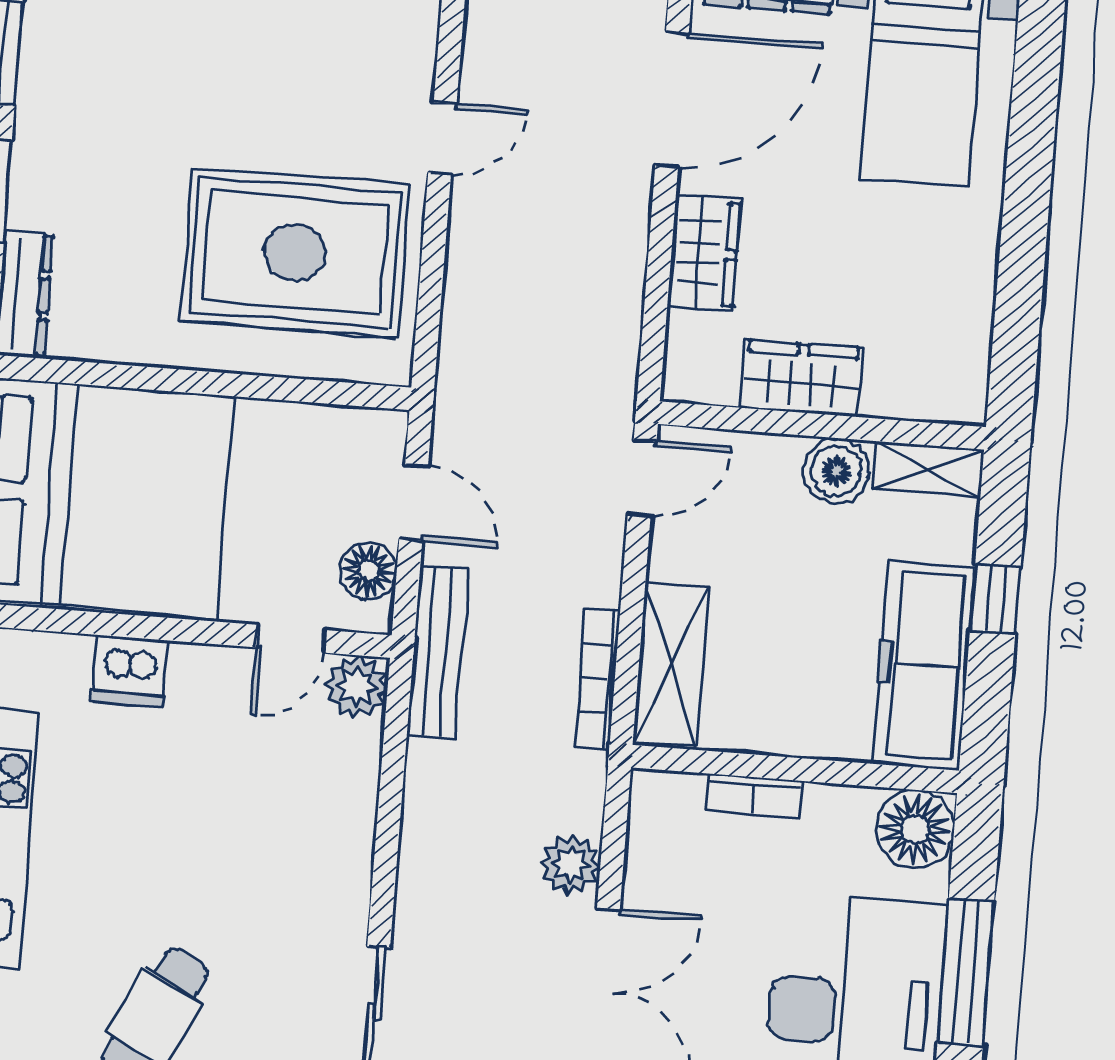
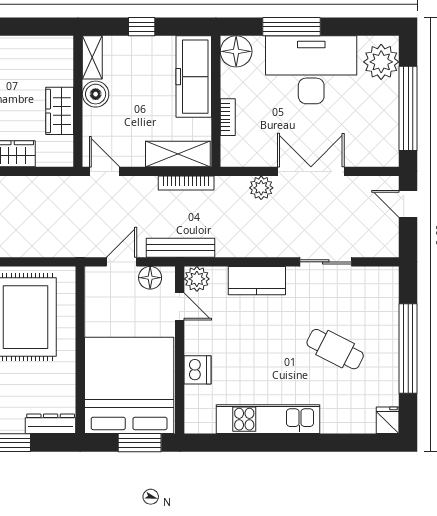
freezer: (923, 665) -> (194, 77), moved, turned 90
kitchen counter: (340, 836) -> (257, 281), added

